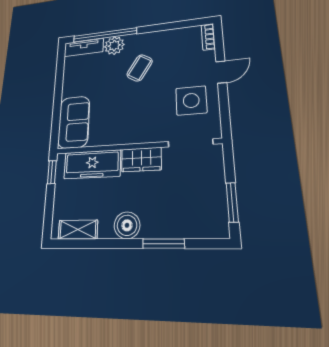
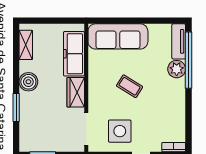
coffee table: (140, 68) -> (130, 86), moved
sofa: (74, 122) -> (118, 36), width x1.36
window: (52, 172) -> (69, 21), removed

